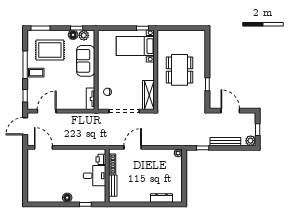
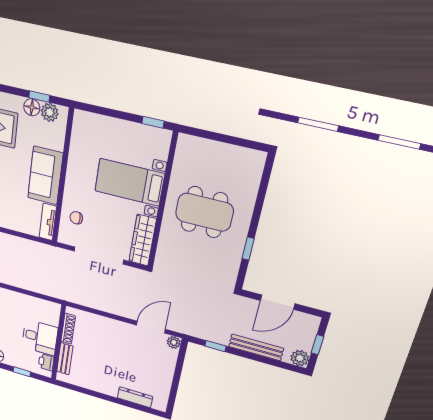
bed with nightstands: (135, 46) -> (129, 182), moved
sofa: (86, 61) -> (45, 176), moved
dining table: (180, 70) -> (204, 212), turned 90
door: (230, 111) -> (277, 302), swing flipped
door: (133, 147) -> (151, 327), moved
printer: (101, 159) -> (46, 362), moved

